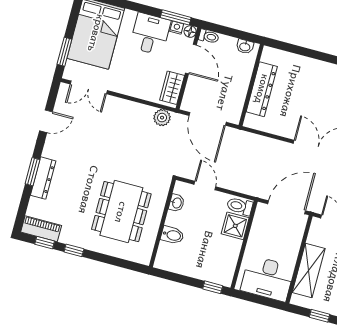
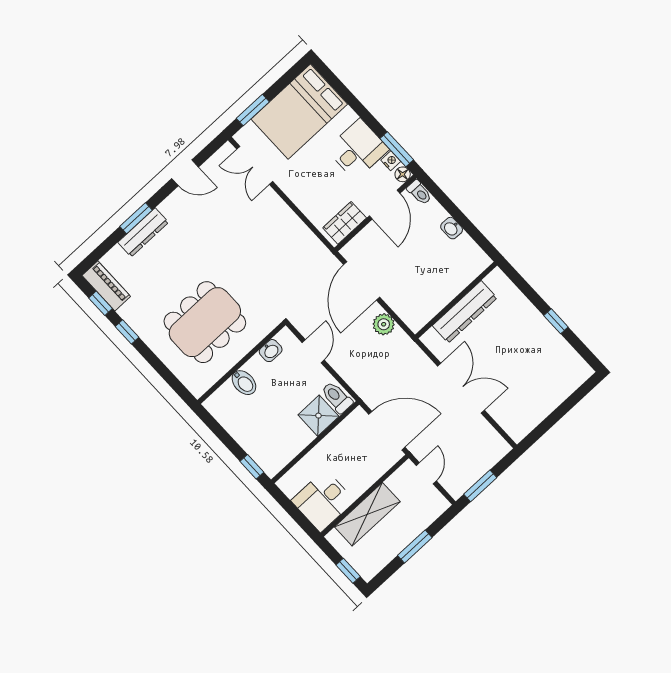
wall: (251, 85) -> (456, 300), moved
dresser: (262, 89) -> (465, 312), moved
plant: (162, 118) -> (384, 324), moved
desk: (267, 278) -> (323, 501), width x0.73

